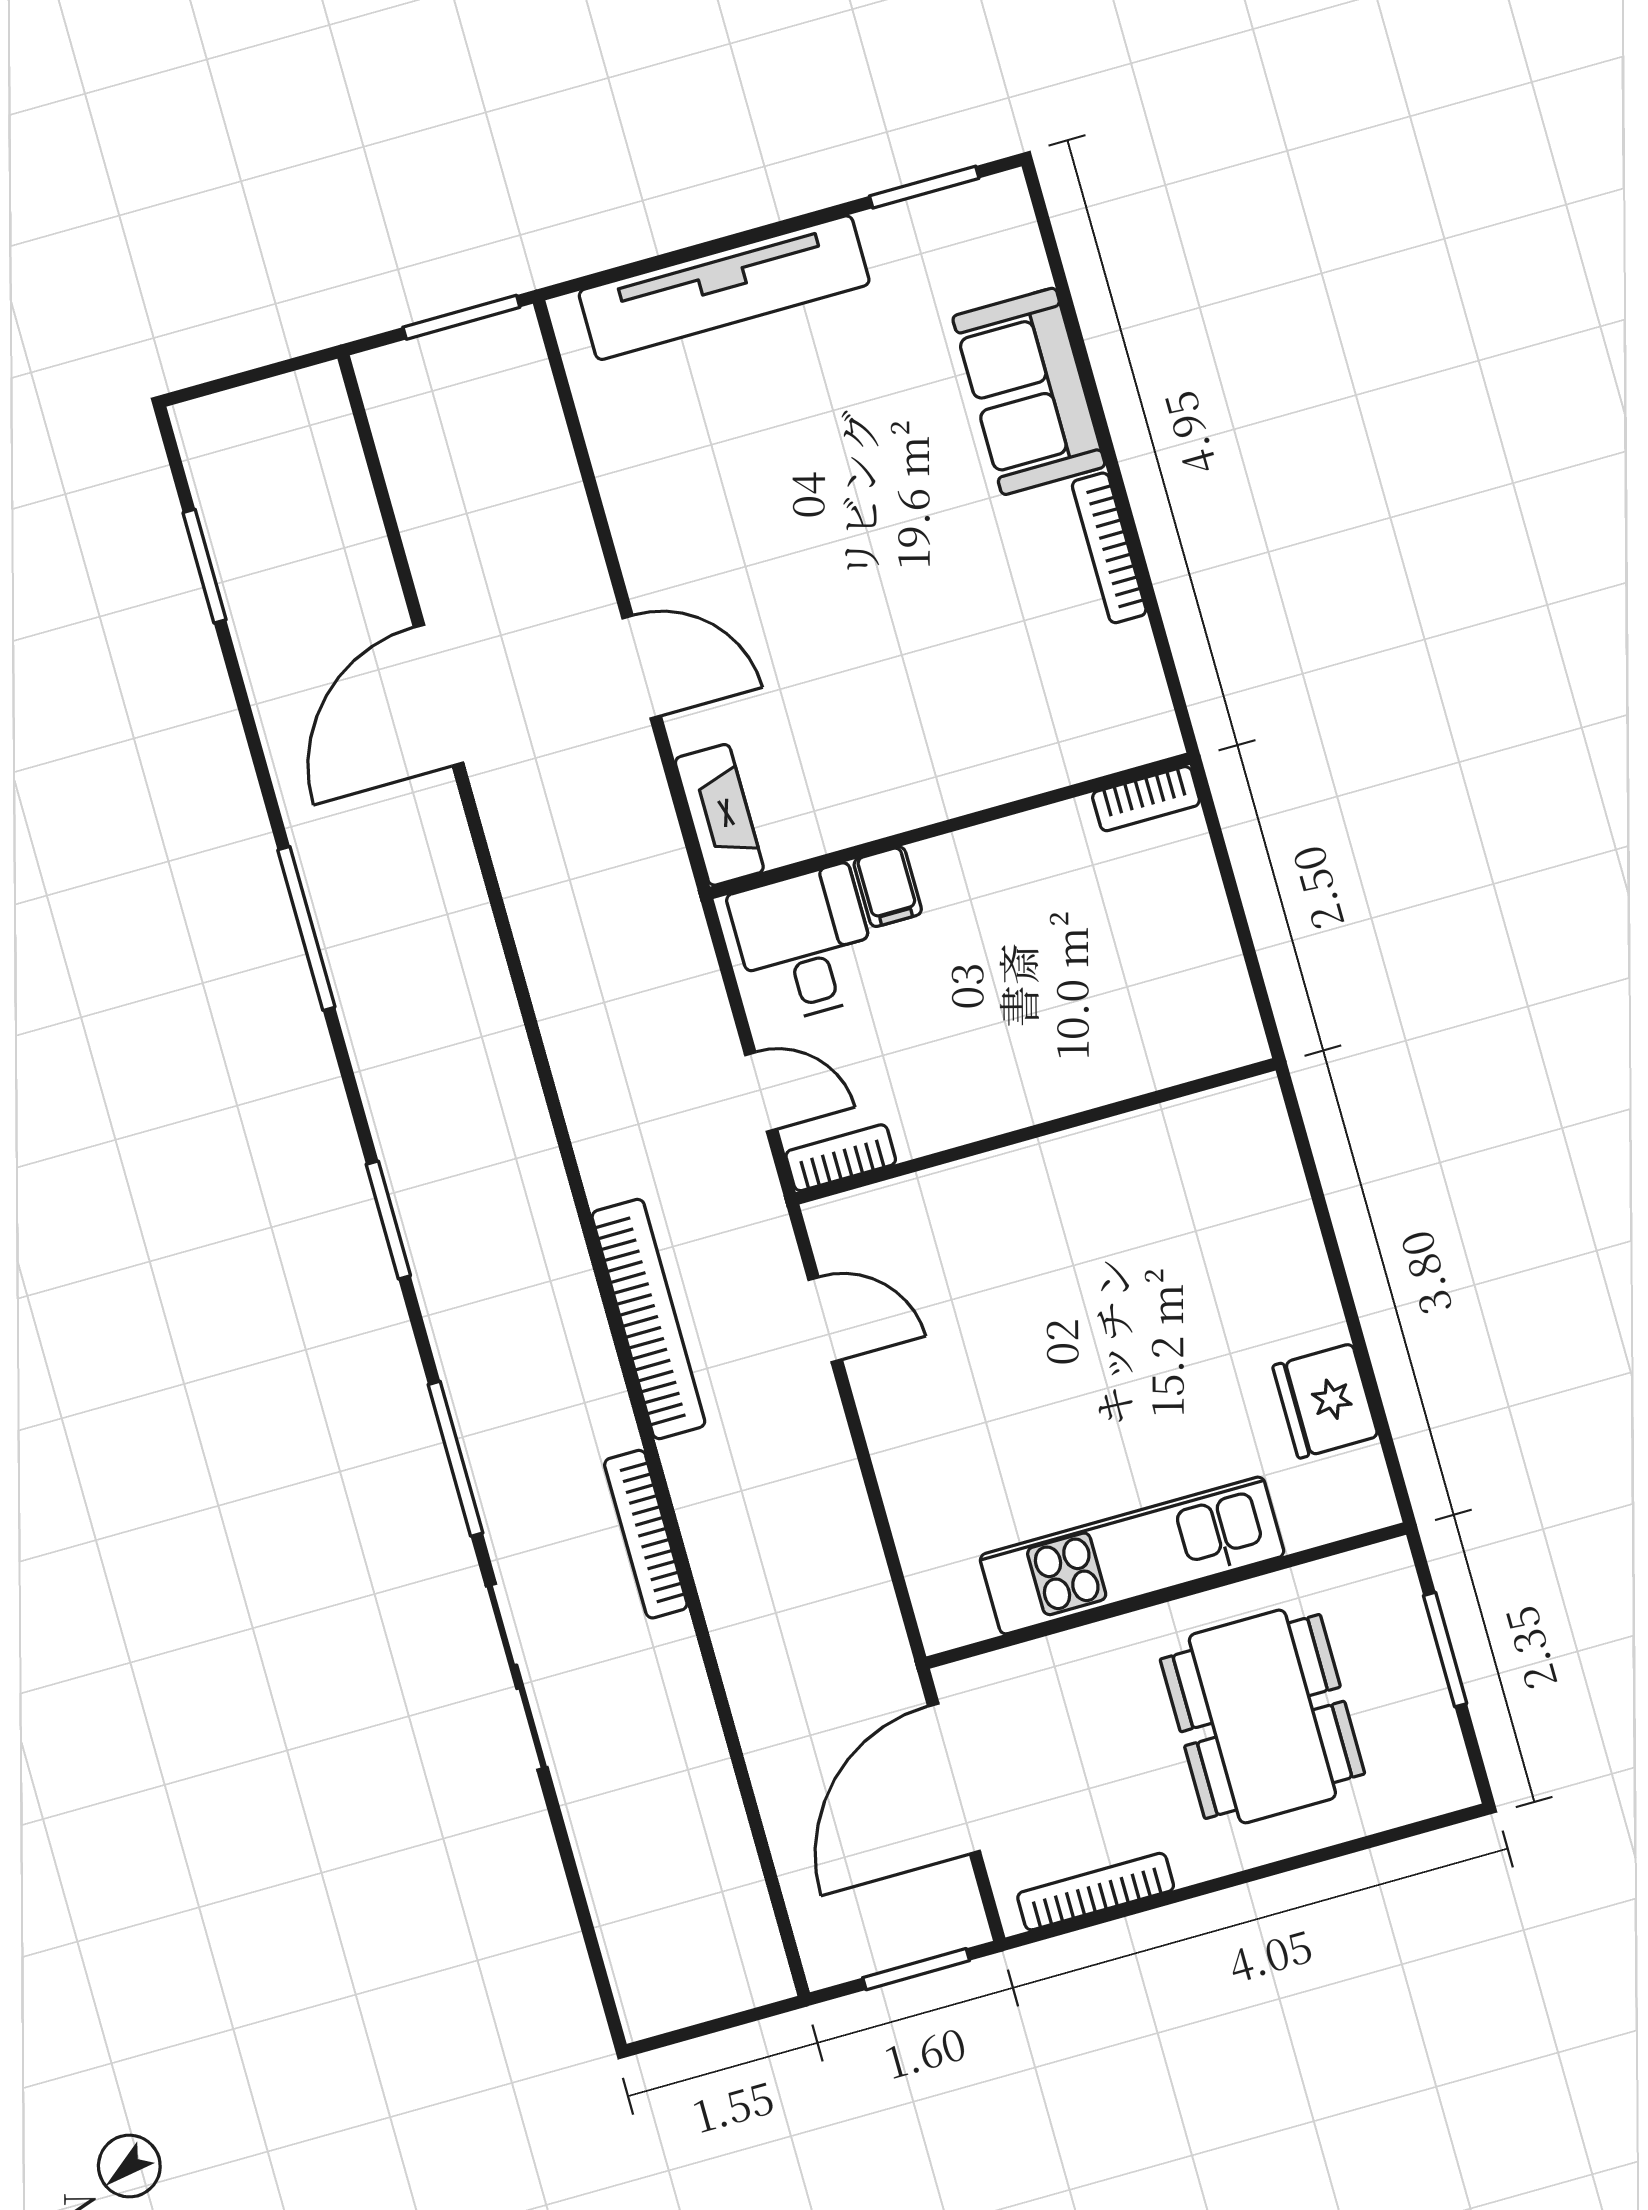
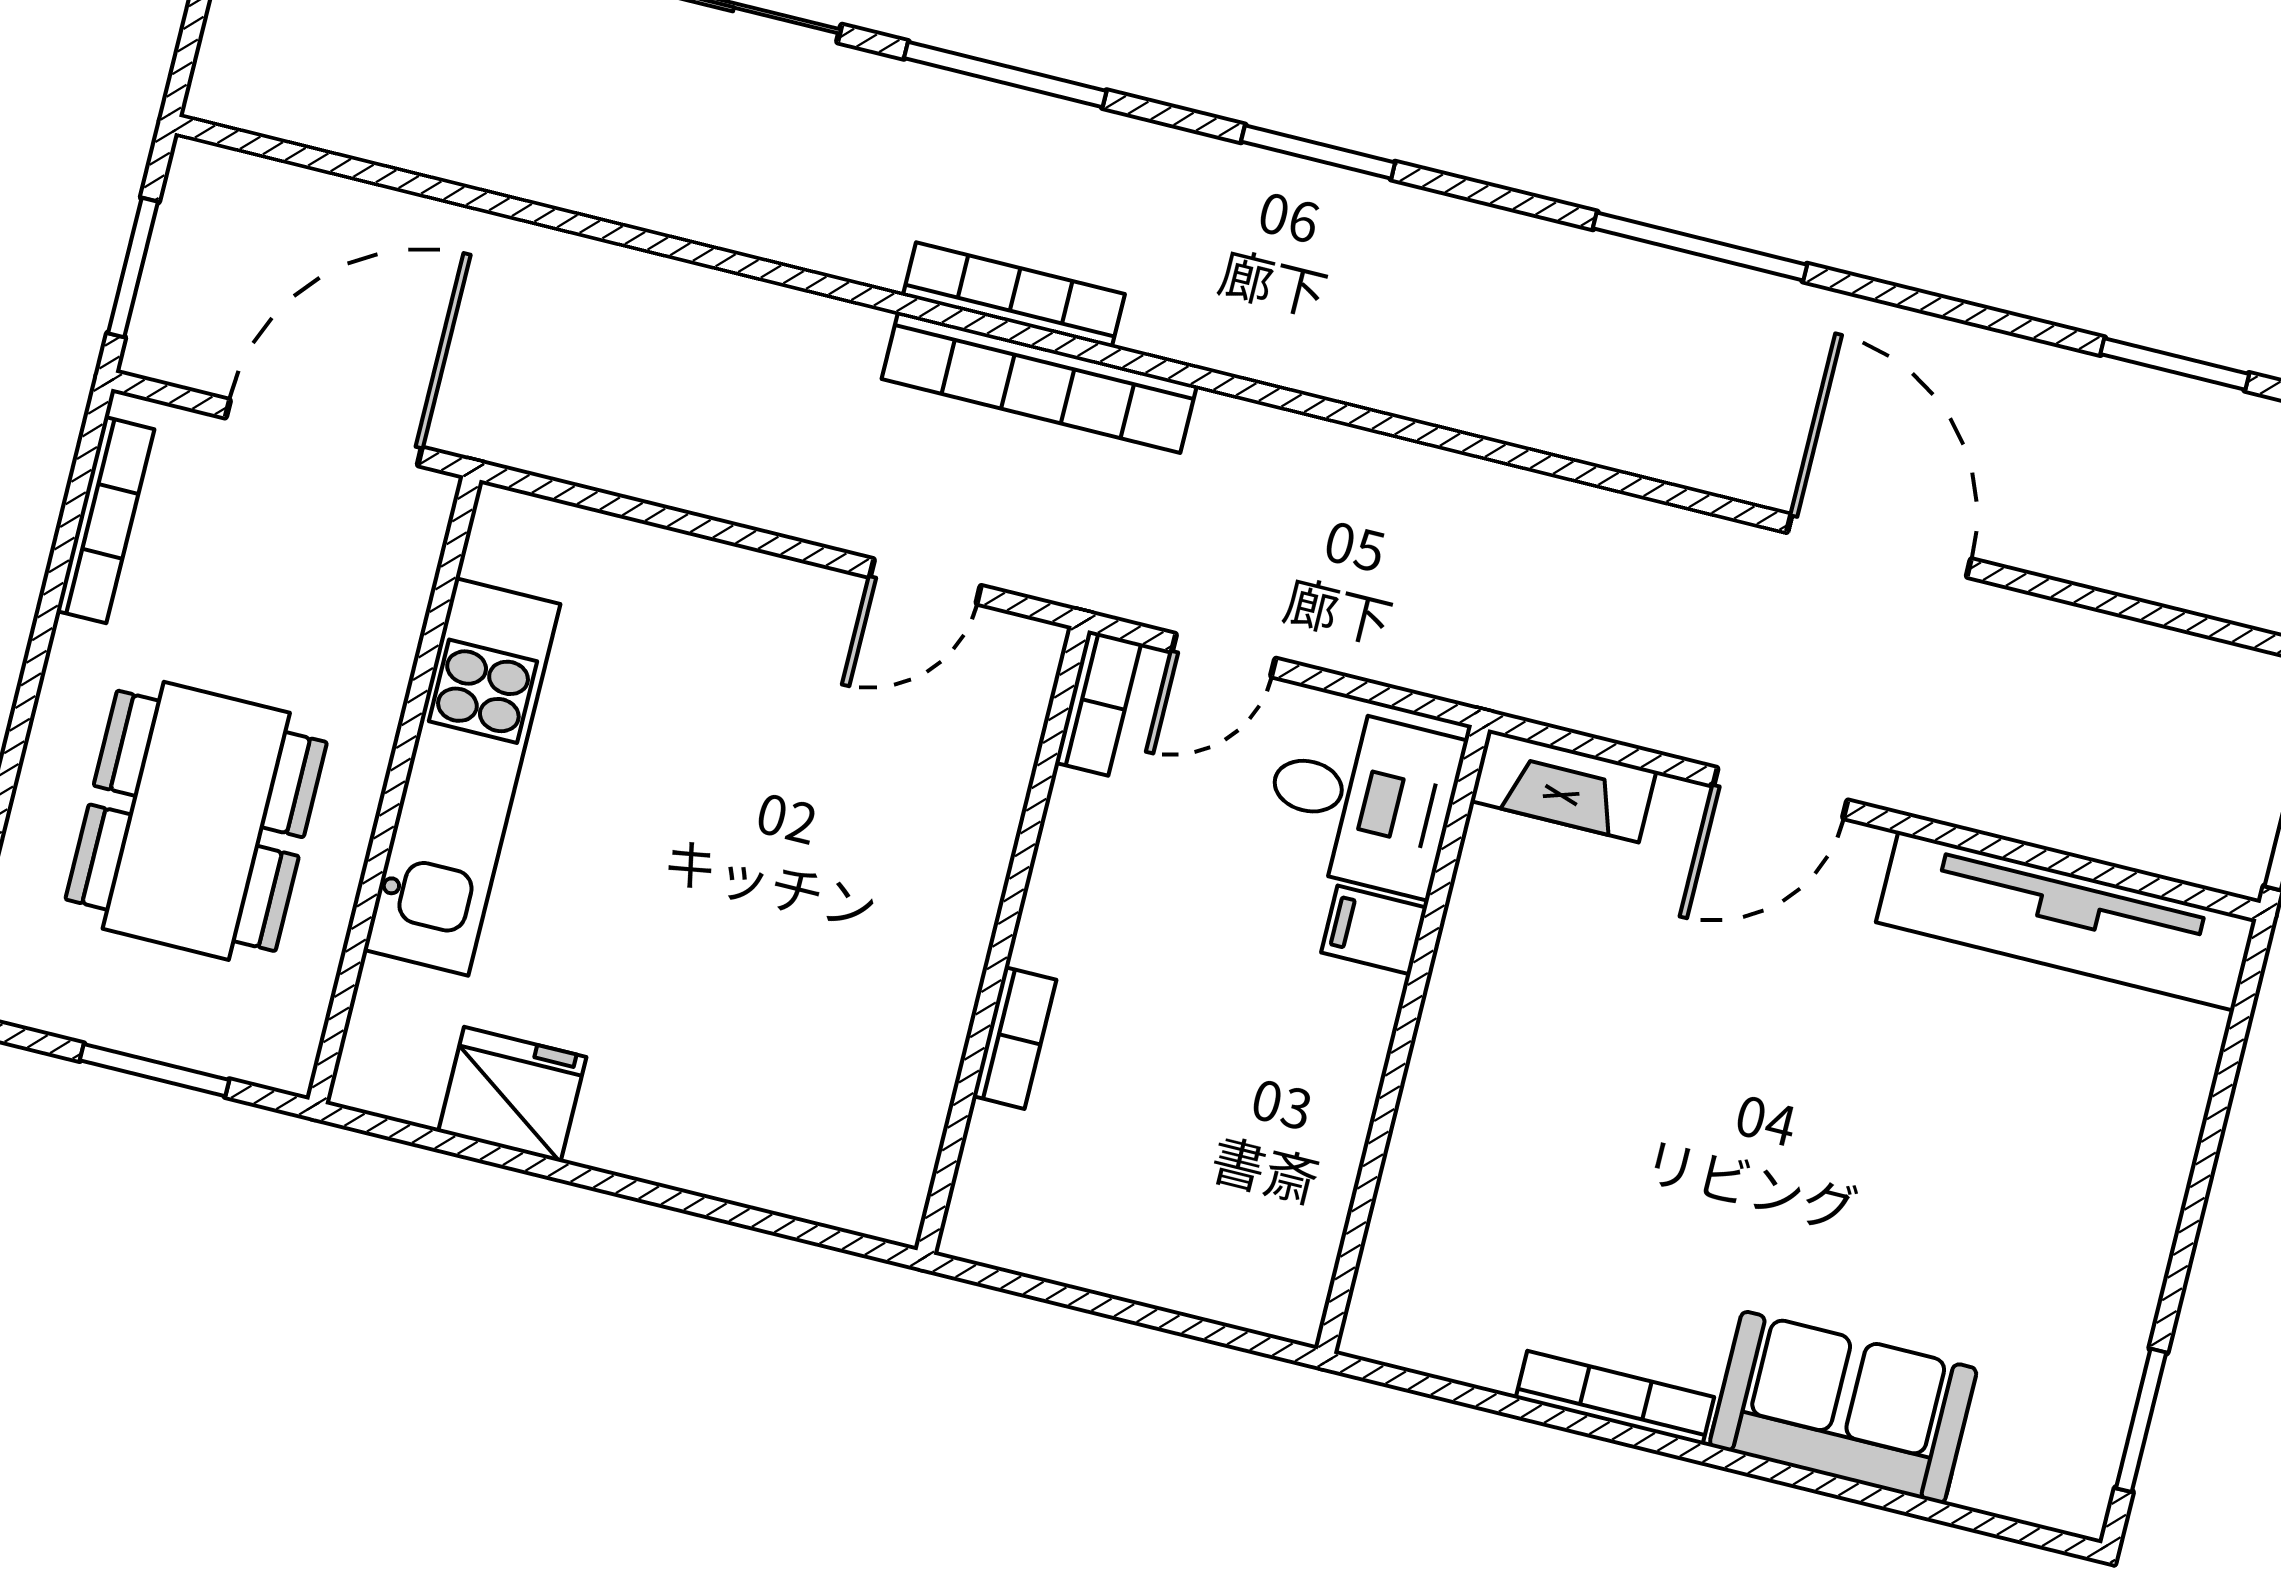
tv unit: (724, 288) -> (2066, 921), moved, turned -90
bookcase: (1146, 799) -> (1015, 1038), moved, turned 180
bookcase: (646, 1534) -> (1014, 295), moved
dining table: (1262, 1716) -> (196, 821), turned 90
door: (954, 1779) -> (324, 433), hinge flipped

